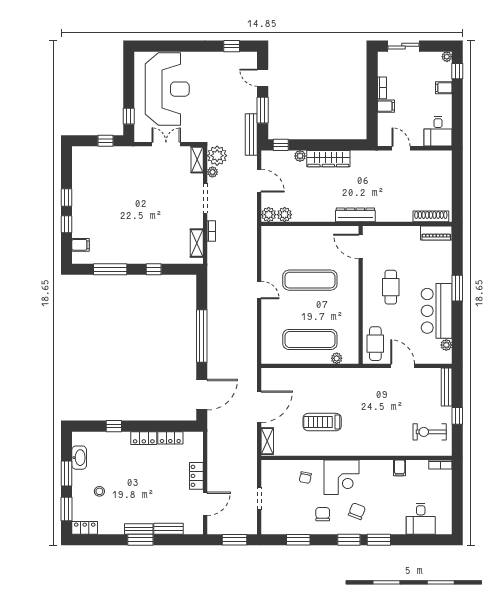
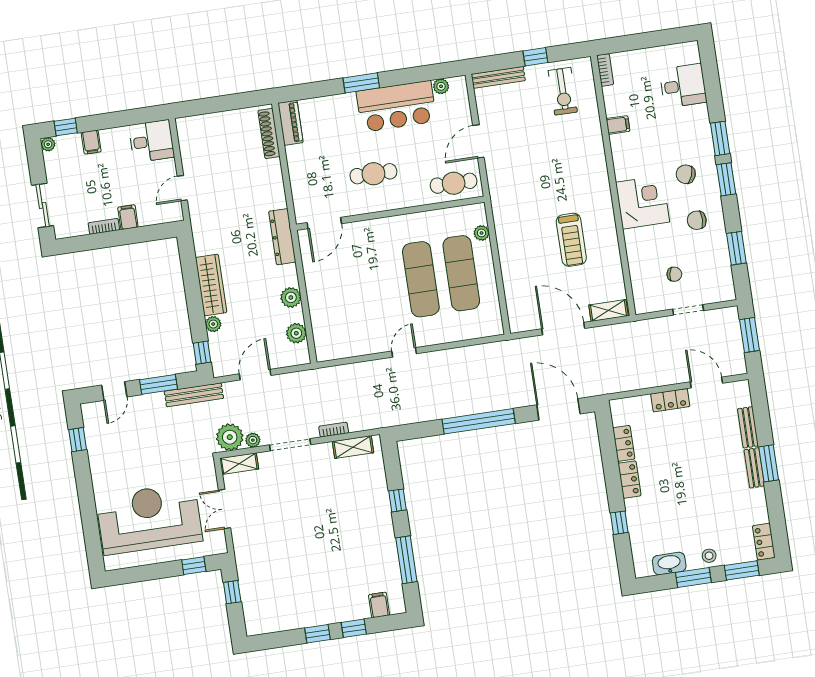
plant: (269, 215) -> (291, 297), moved
exercise mat: (310, 280) -> (421, 279), moved
chair: (305, 478) -> (674, 274), moved
stool: (99, 491) -> (709, 556), moved

